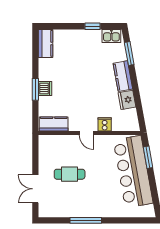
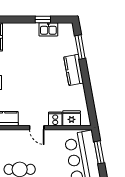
kitchen sink: (111, 36) -> (48, 29), moved
fridge: (127, 100) -> (72, 118), moved, turned 100

